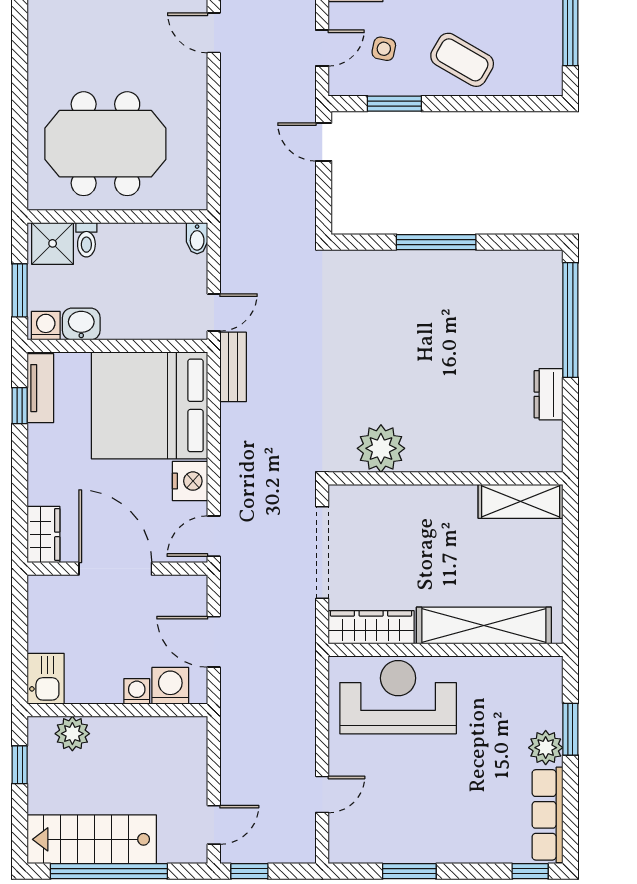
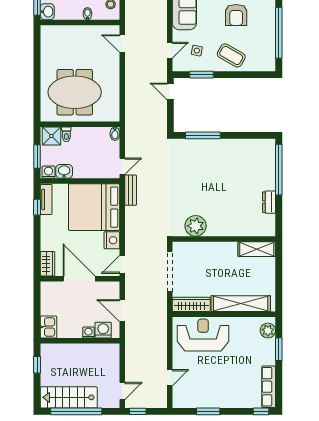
window: (436, 242) -> (203, 135), moved
plant: (72, 734) -> (60, 351), removed
plant: (546, 748) -> (268, 331), moved

